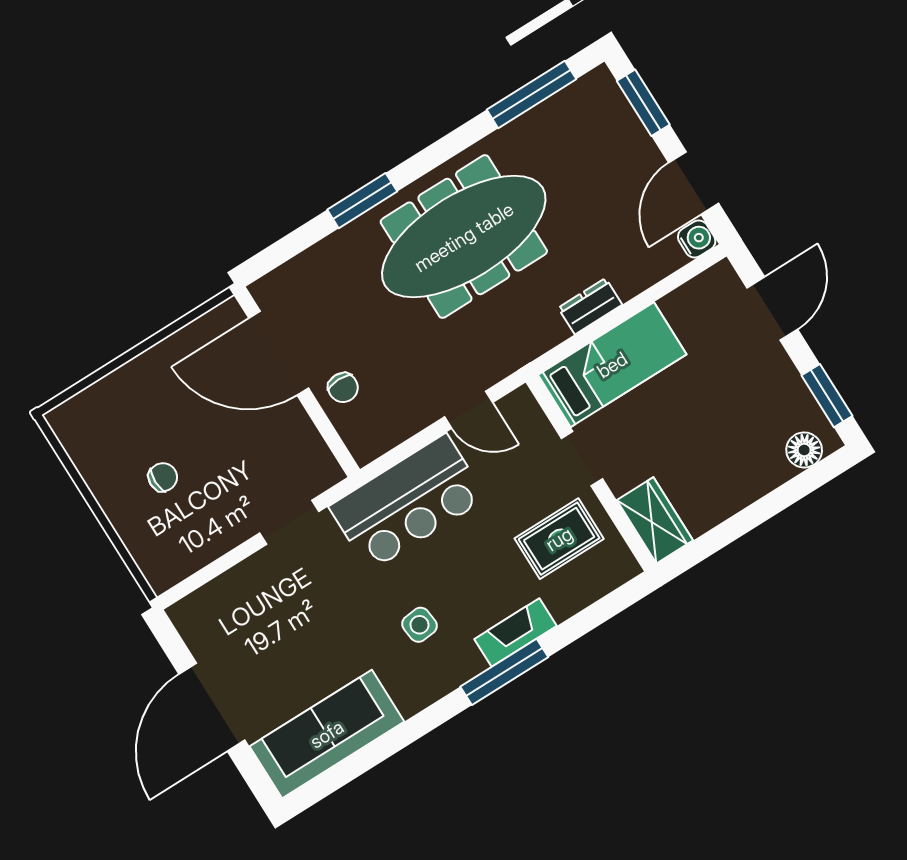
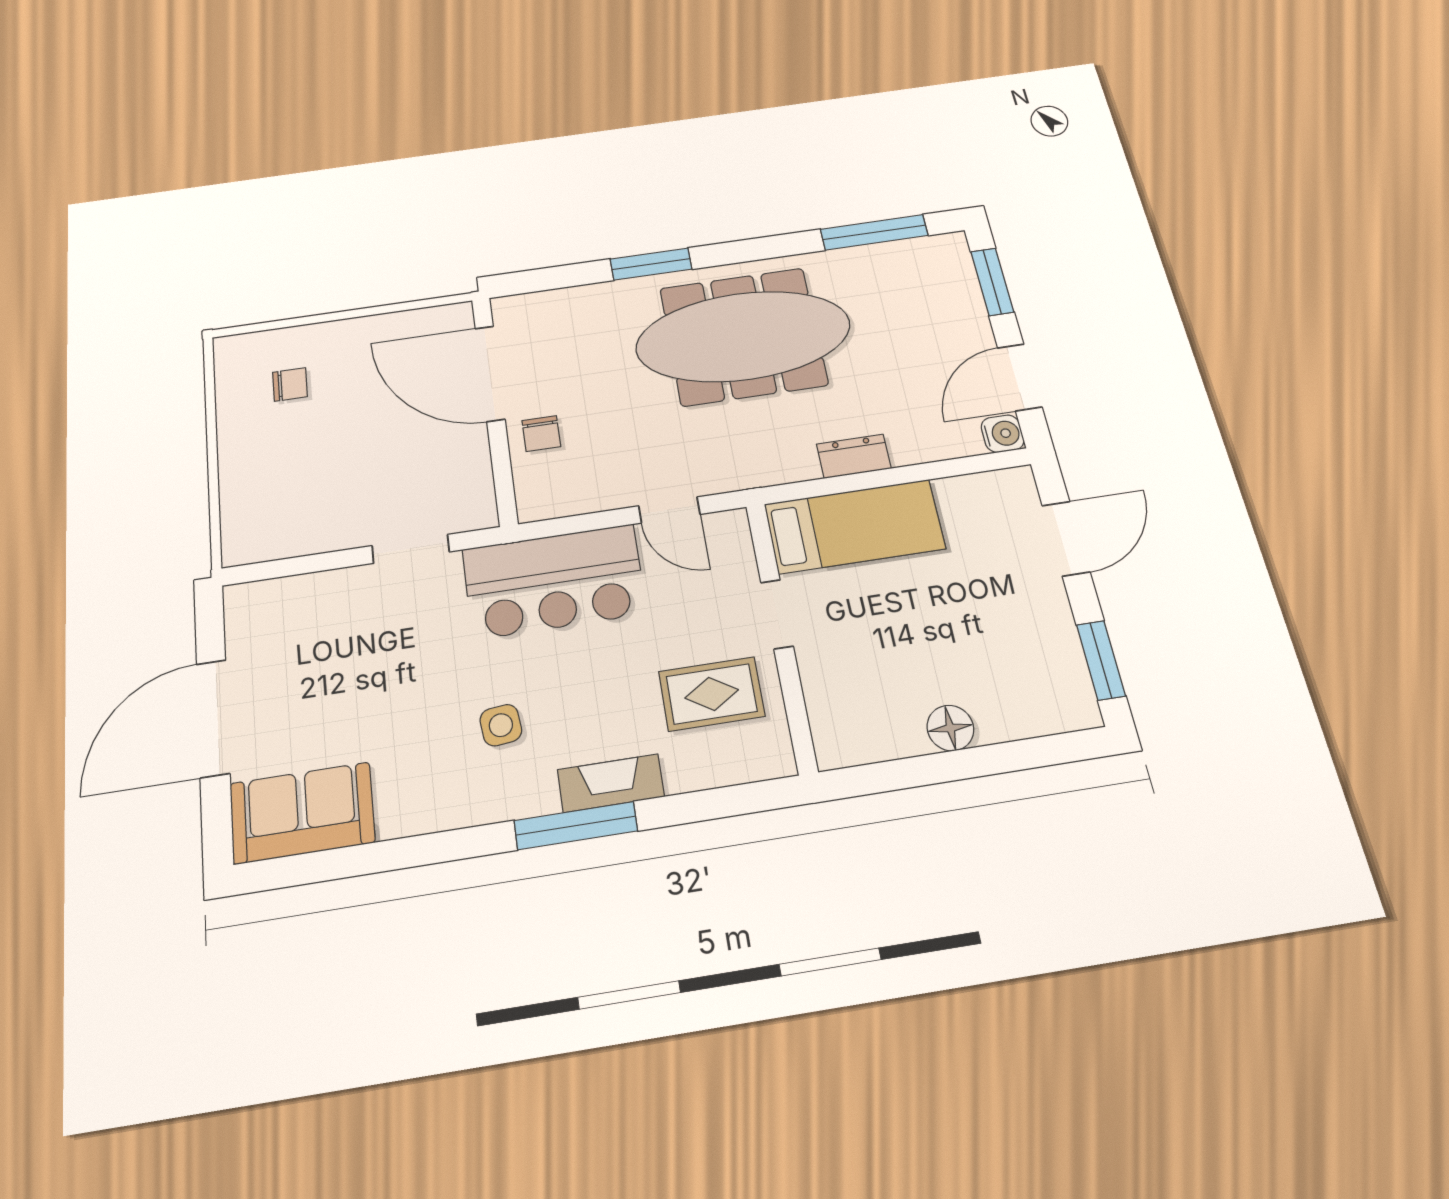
floor lamp: (804, 450) -> (950, 728), moved
chair: (163, 477) -> (290, 384), moved
wardrobe: (655, 520) -> (836, 720), removed
sofa: (327, 734) -> (302, 813), width x0.73

